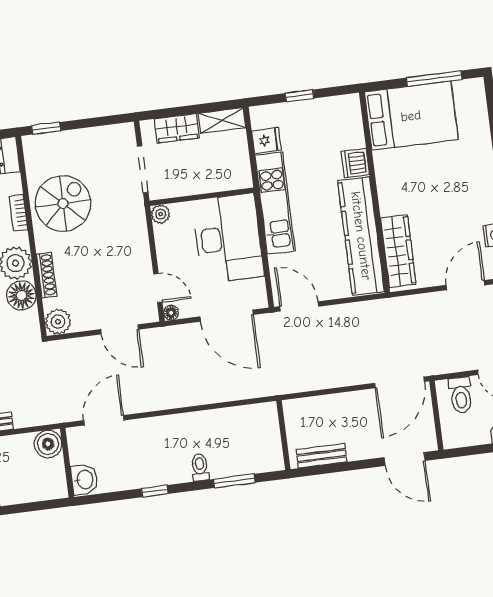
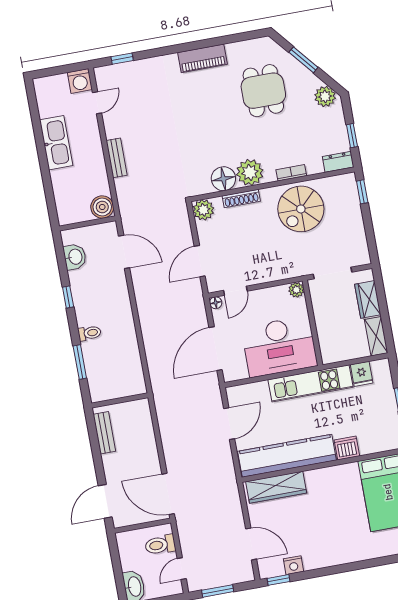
spiral stairs: (63, 204) -> (301, 209), turned 90
door: (299, 306) -> (229, 424), moved
washbasin: (84, 480) -> (75, 257), moved, turned -90

